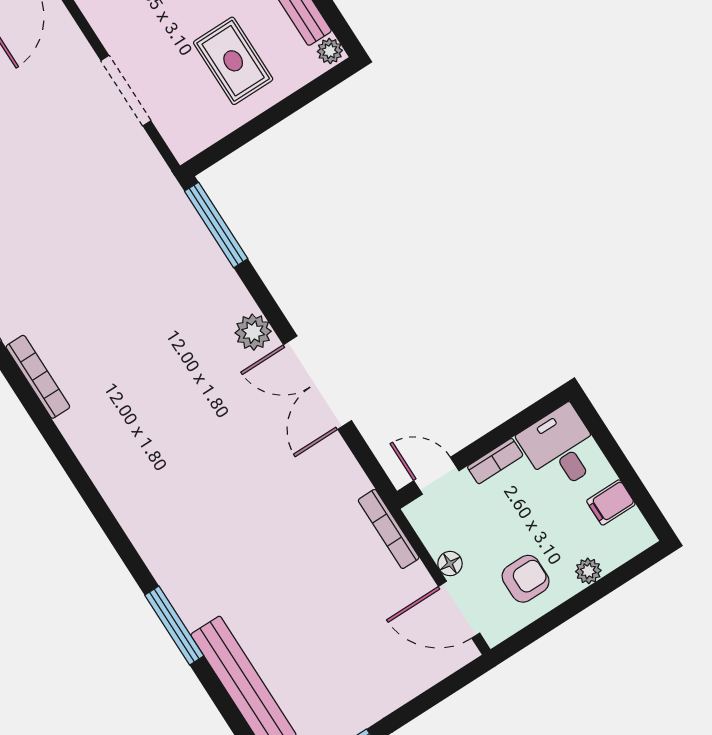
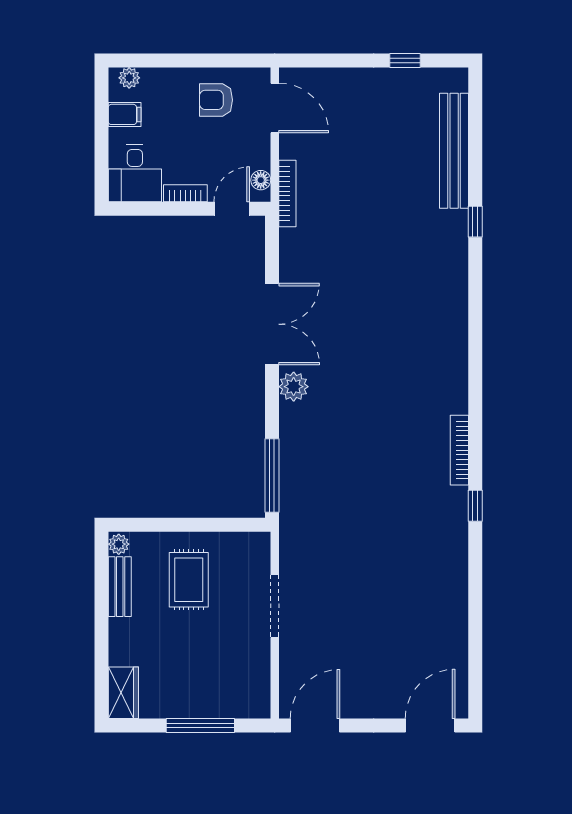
door: (436, 476) -> (232, 209), swing flipped
floor lamp: (450, 564) -> (261, 180), moved
plant: (588, 571) -> (129, 78), moved
window: (174, 625) -> (475, 222), width x0.46

